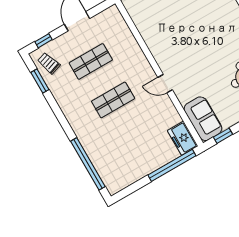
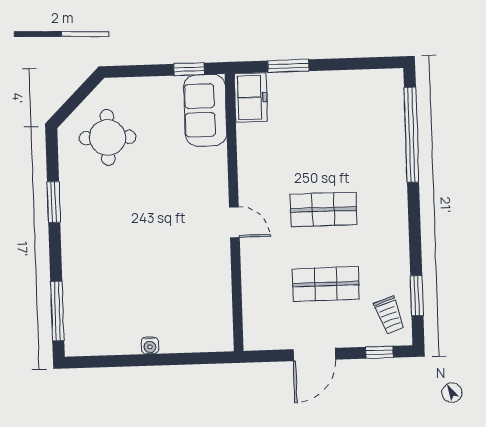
door: (165, 84) -> (234, 222), moved
window: (172, 165) -> (288, 66), width x0.47

